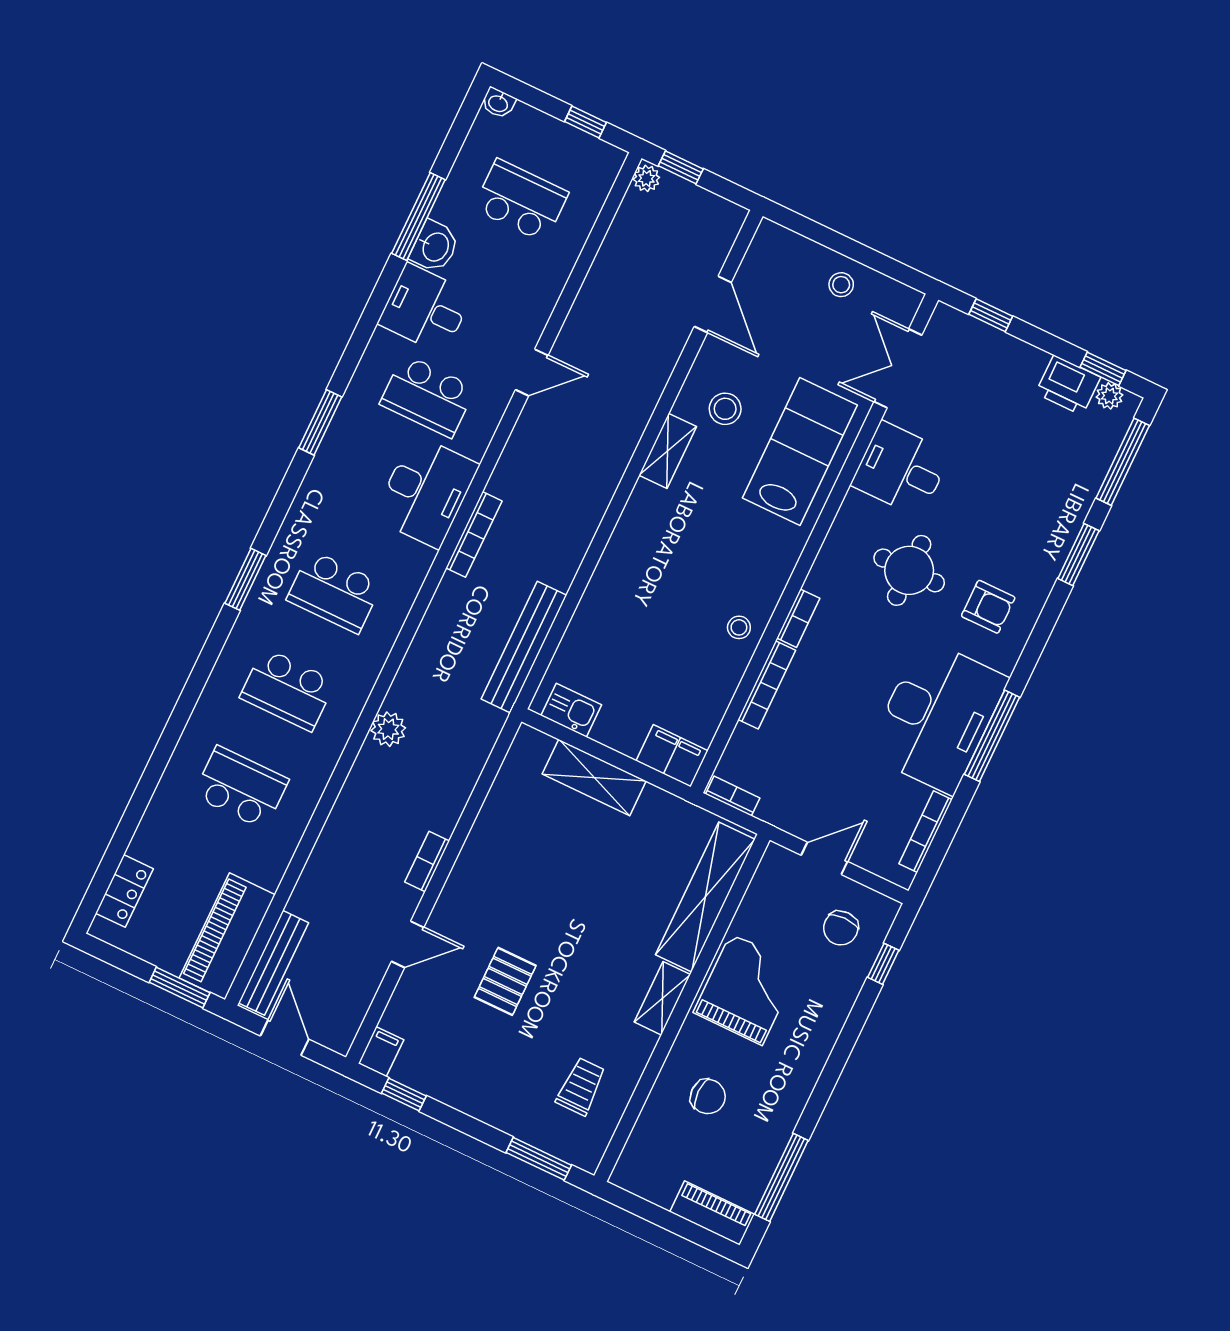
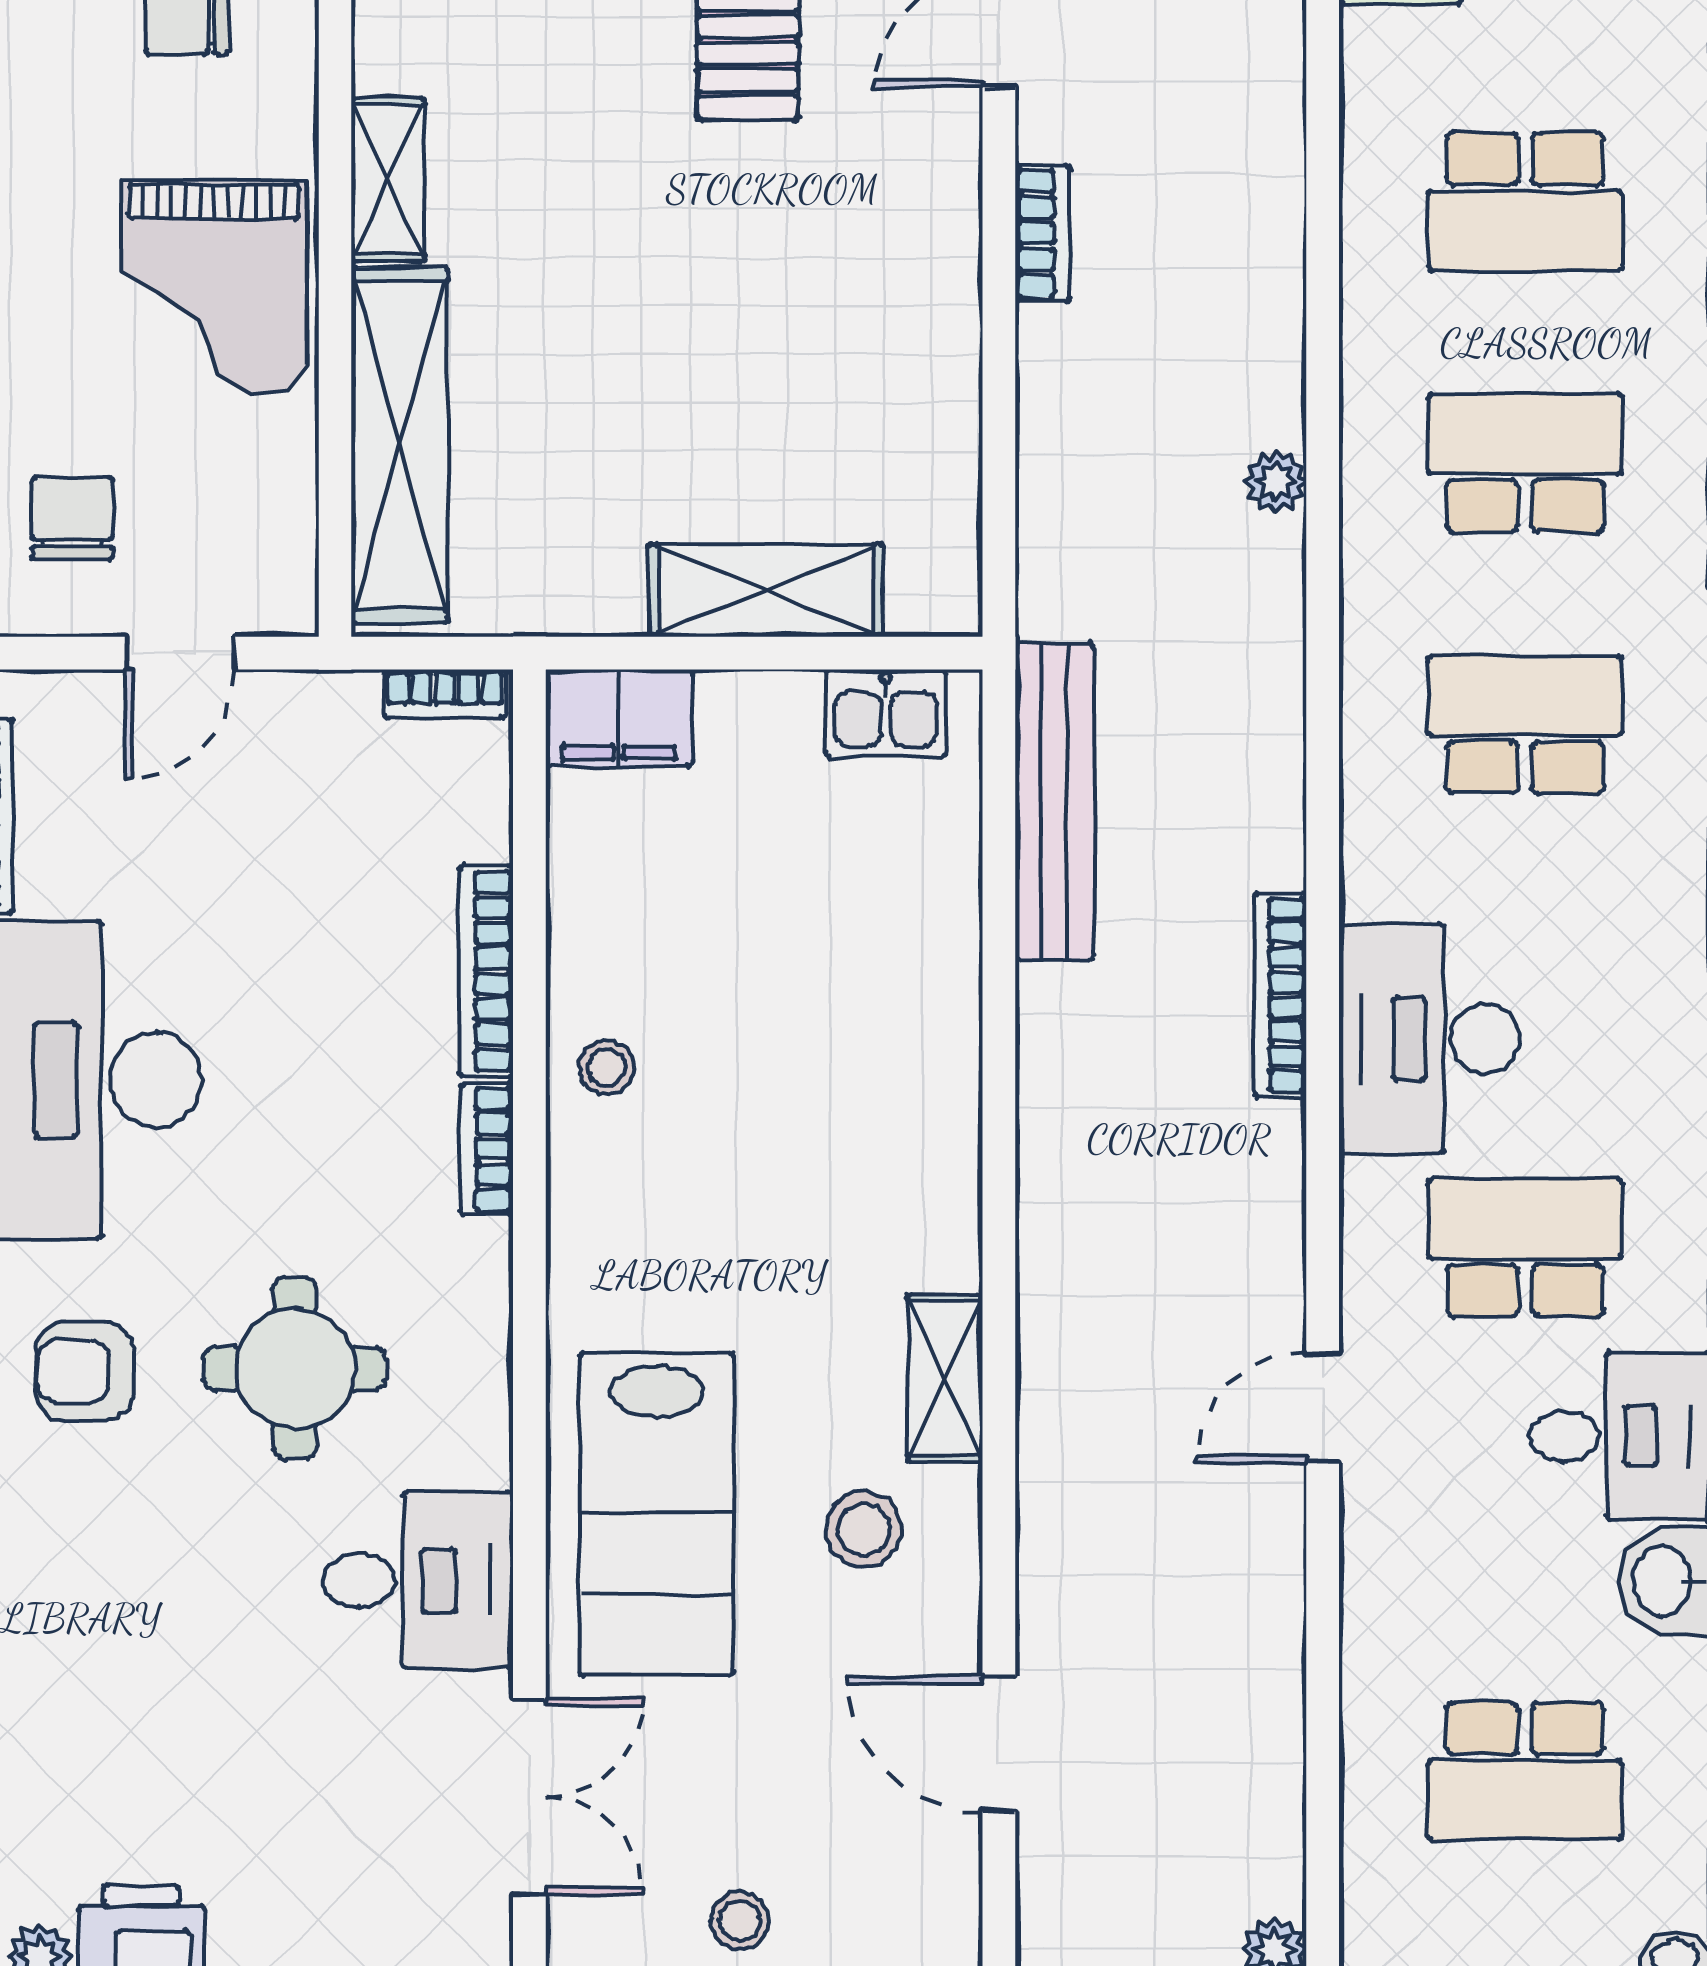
plant: (388, 729) -> (1276, 481), width x0.73, depth x0.73

